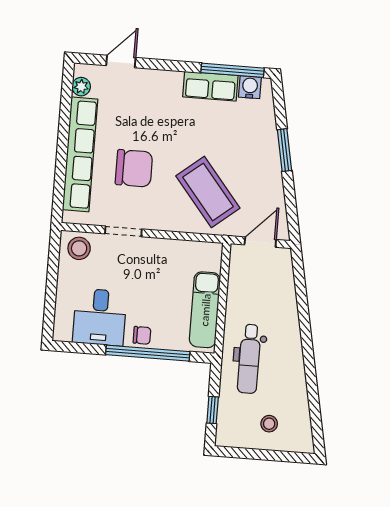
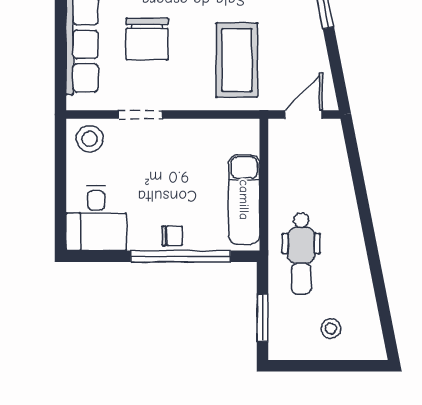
chair: (134, 168) -> (147, 39), turned 90
coffee table: (208, 192) -> (237, 60), turned 39
desk: (100, 317) -> (96, 218), moved
window: (213, 410) -> (263, 318), width x1.50

